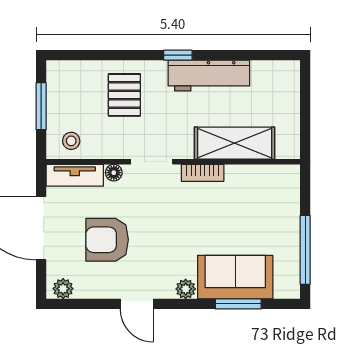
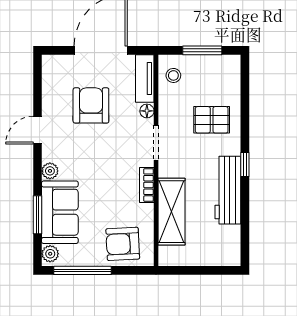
armchair: (273, 202) -> (123, 244), added
plant: (63, 289) -> (50, 254), moved

